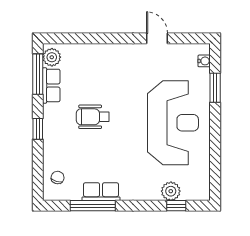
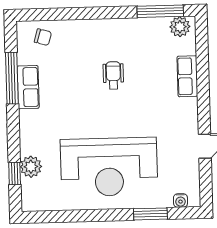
row of seats: (51, 85) -> (187, 76), moved, turned 90
wheelchair: (93, 117) -> (113, 75), width x0.73, depth x0.73
window: (38, 129) -> (98, 13), removed

